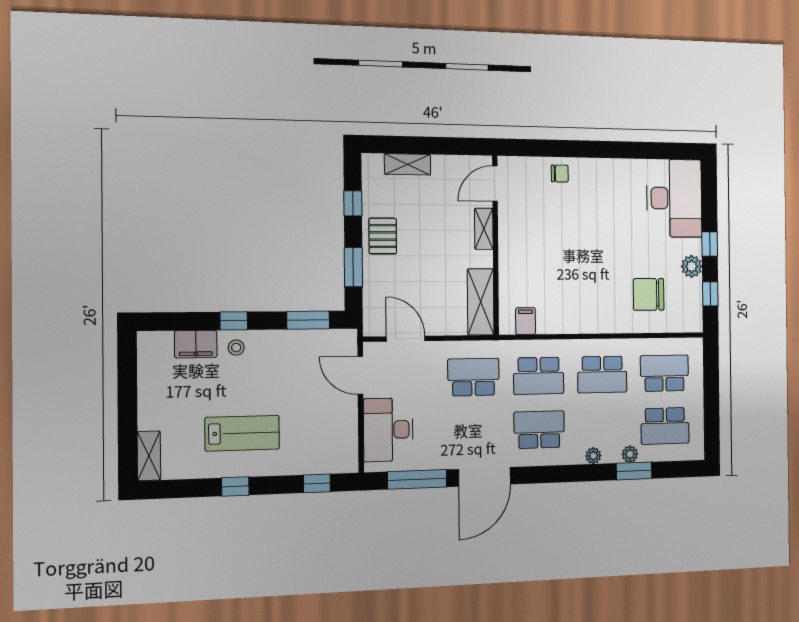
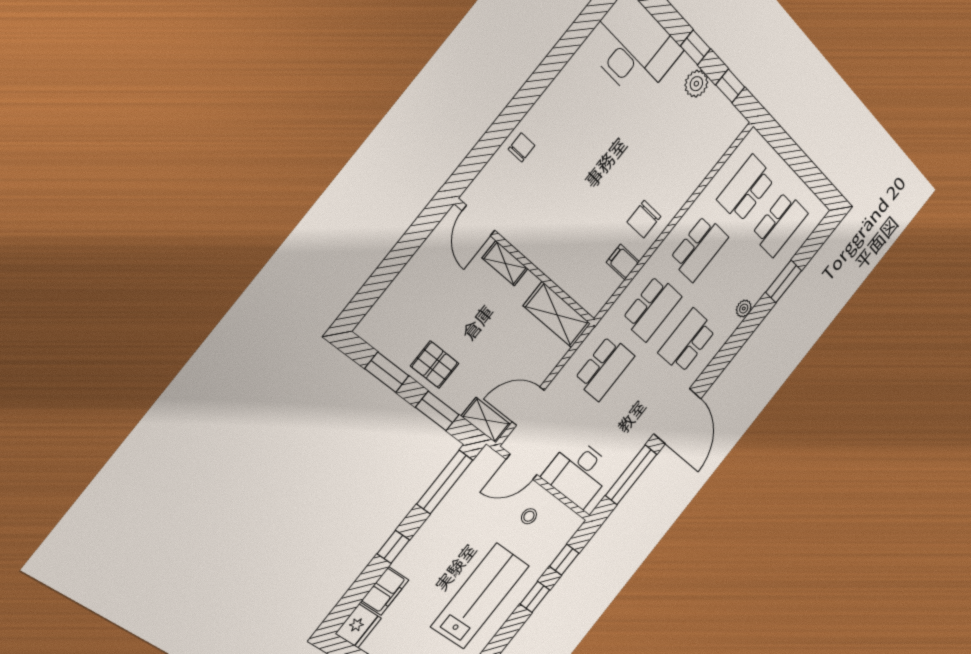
shelving: (408, 164) -> (486, 420), moved, turned 90
window: (353, 203) -> (387, 372), width x1.50
chair: (649, 294) -> (644, 219), moved, width x0.73, depth x0.73
window: (308, 320) -> (445, 482), width x1.44
filing cabinet: (526, 321) -> (623, 262), moved
fridge: (155, 346) -> (358, 626), added
stool: (236, 348) -> (529, 516), moved
school desk: (473, 377) -> (604, 368), turned 180
lab bench: (242, 433) -> (480, 596), width x1.36, depth x1.39
plant: (630, 454) -> (770, 275), removed
window: (235, 486) -> (535, 597), moved

